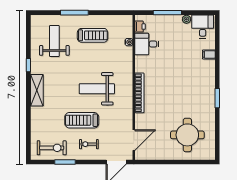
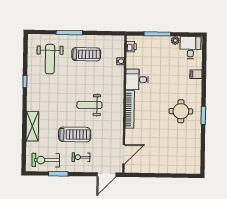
weight bench: (54, 41) -> (50, 59), turned 180
desk: (147, 44) -> (137, 79), moved
weight bench: (97, 89) -> (89, 105), width x0.73, depth x0.75
shelving: (37, 90) -> (32, 126), moved
treadmill: (82, 120) -> (75, 134), turned 180
round table: (187, 135) -> (181, 111), moved, width x0.73, depth x0.73
exercise bike: (52, 148) -> (46, 160), turned 180

